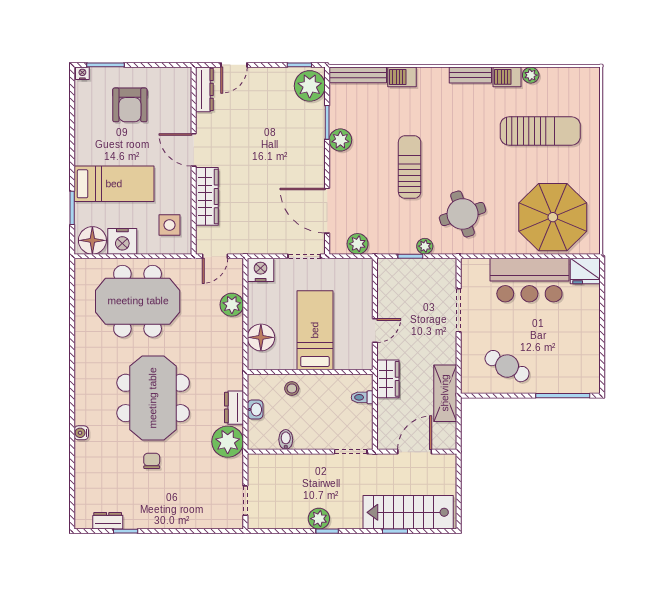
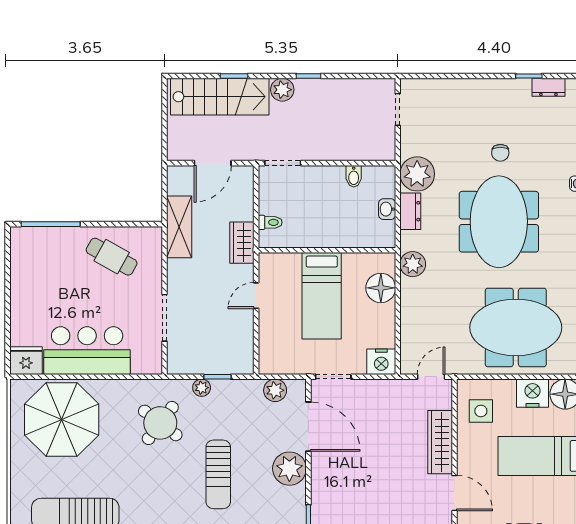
plant: (340, 140) -> (289, 469), moved, width x1.36, depth x1.36
round table: (463, 214) -> (160, 423), turned -35
plant: (232, 305) -> (413, 264), moved
stool: (292, 388) -> (347, 232), removed
plant: (319, 519) -> (282, 90), moved

